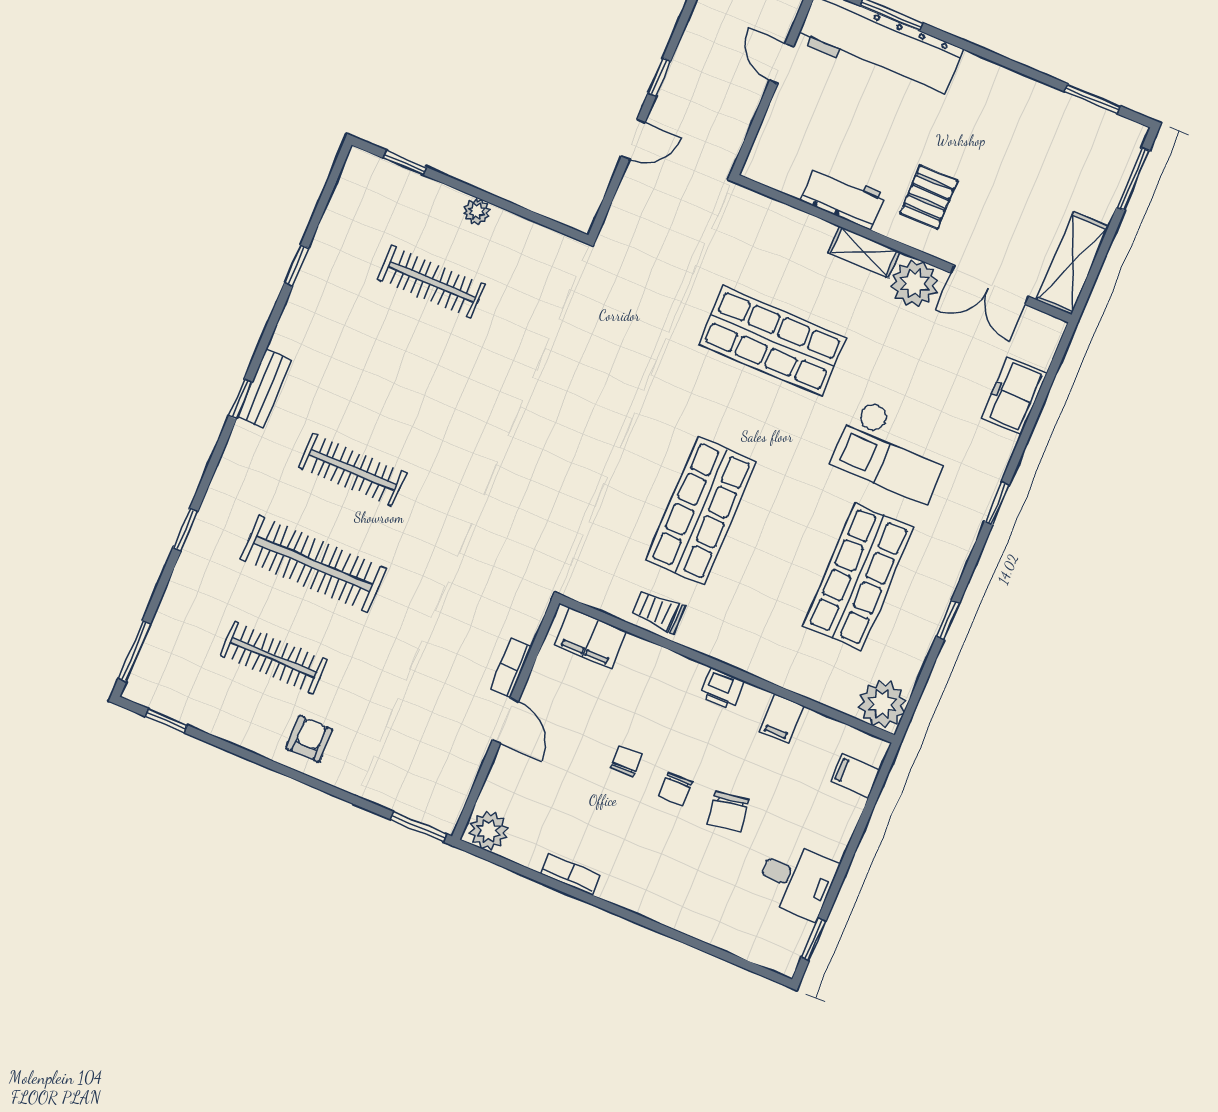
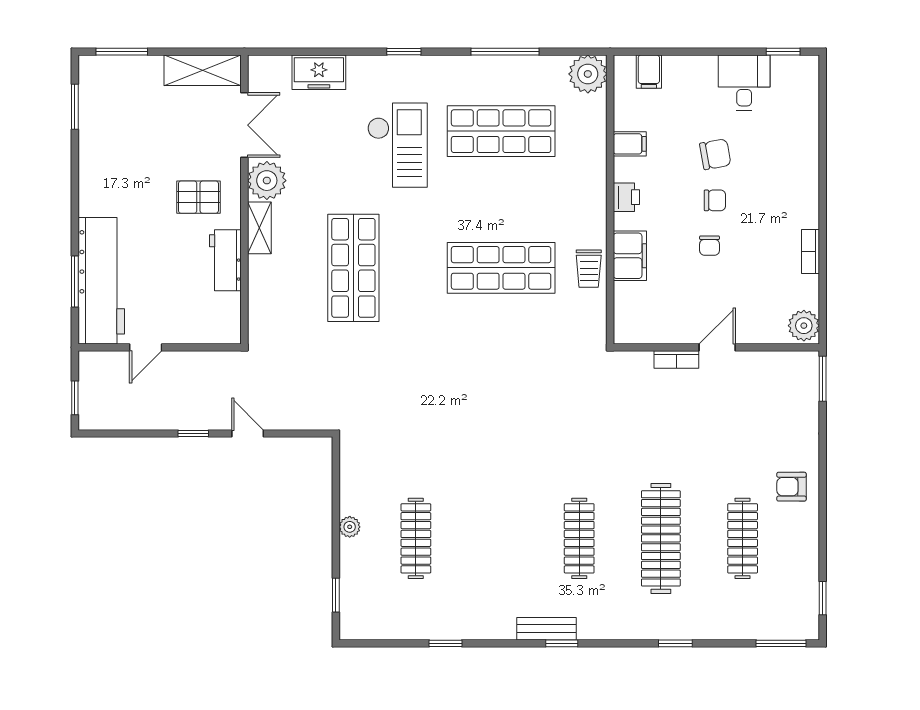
window: (948, 620) -> (505, 52), width x2.17
filing cabinet: (590, 638) -> (630, 256), moved
chair: (626, 761) -> (710, 246), turned -90

